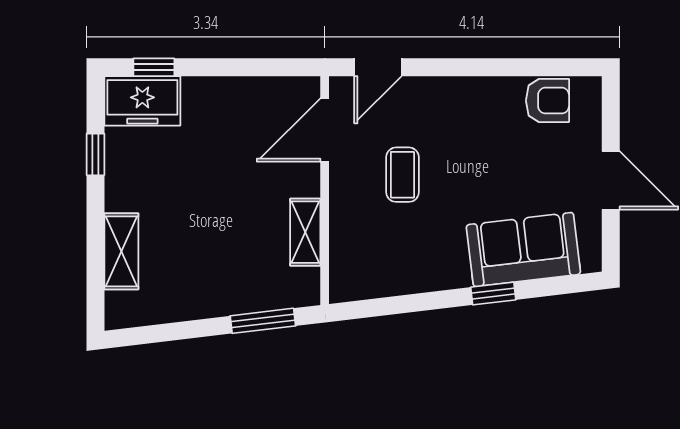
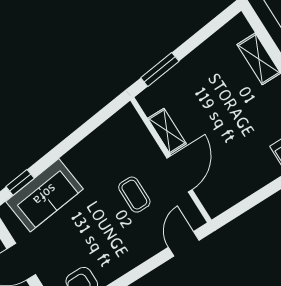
door: (325, 130) -> (179, 174), moved
window: (493, 294) -> (20, 182), moved

